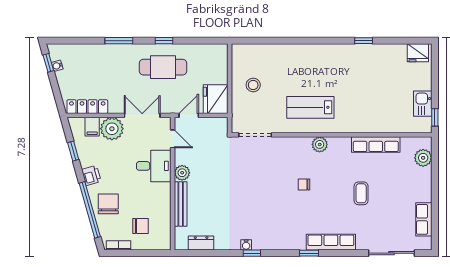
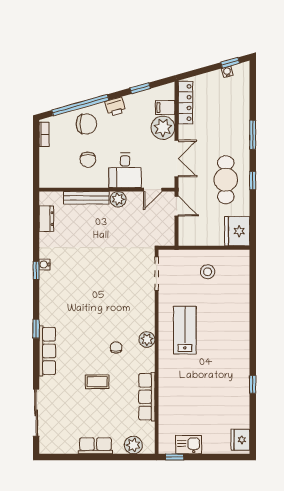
fridge: (216, 99) -> (237, 231), moved, turned -90
chair: (304, 184) -> (116, 347), moved
row of seats: (424, 219) -> (95, 446), moved
chair: (140, 226) -> (88, 160), moved

